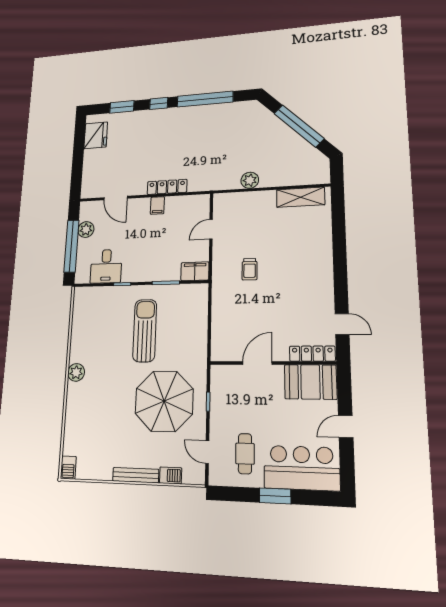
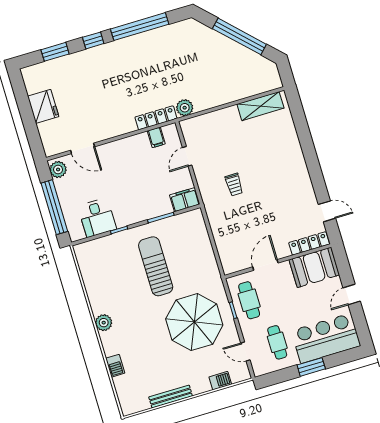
fridge: (96, 135) -> (43, 106), moved
plant: (250, 180) -> (185, 108), moved
locker: (167, 187) -> (156, 118), moved
filing cabinet: (157, 205) -> (156, 137), moved
plant: (86, 229) -> (58, 169), moved
cafe table: (228, 396) -> (249, 300), added
barbecue: (68, 468) -> (115, 366), moved
bench: (136, 475) -> (171, 396), moved

